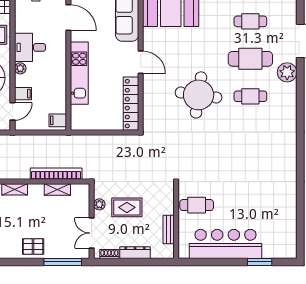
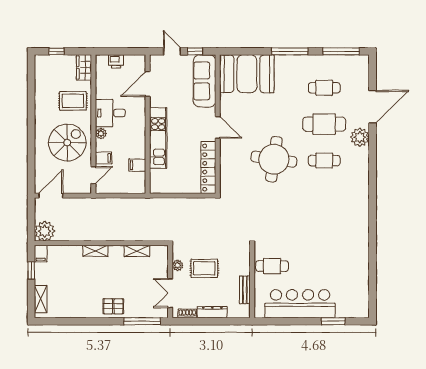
door: (68, 18) -> (148, 84), swing flipped
filing cabinet: (58, 120) -> (137, 165), moved
bookcase: (56, 174) -> (136, 236), removed

